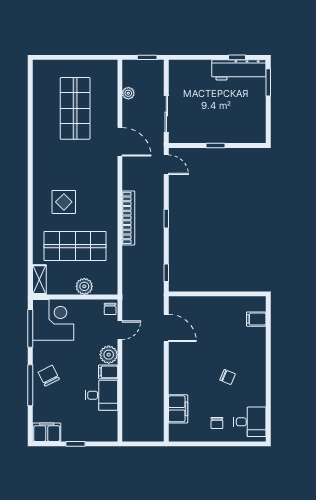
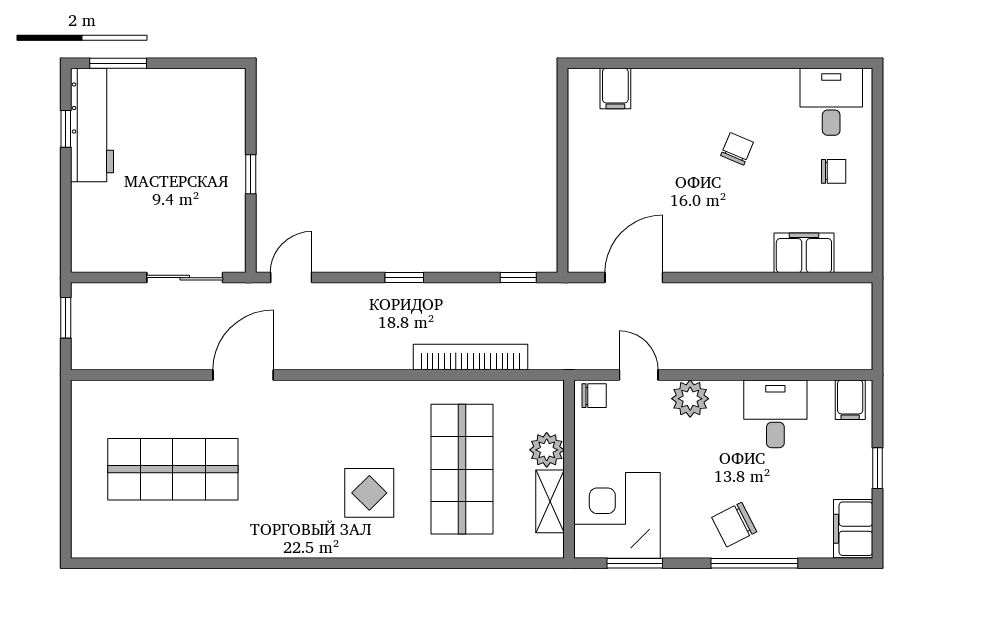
plant: (128, 93) -> (141, 357), removed
bookcase: (128, 218) -> (470, 357), moved
shelving: (39, 280) -> (550, 501), moved, turned 90
window: (30, 328) -> (635, 563), width x0.69
filing cabinet: (108, 372) -> (850, 400), moved

